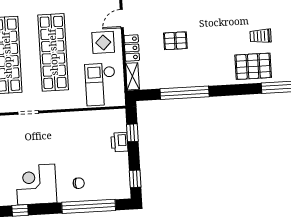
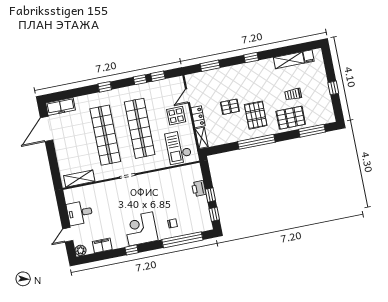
pallet: (208, 56) -> (256, 115), added
window: (185, 93) -> (256, 142), moved
window: (132, 133) -> (210, 195), moved

